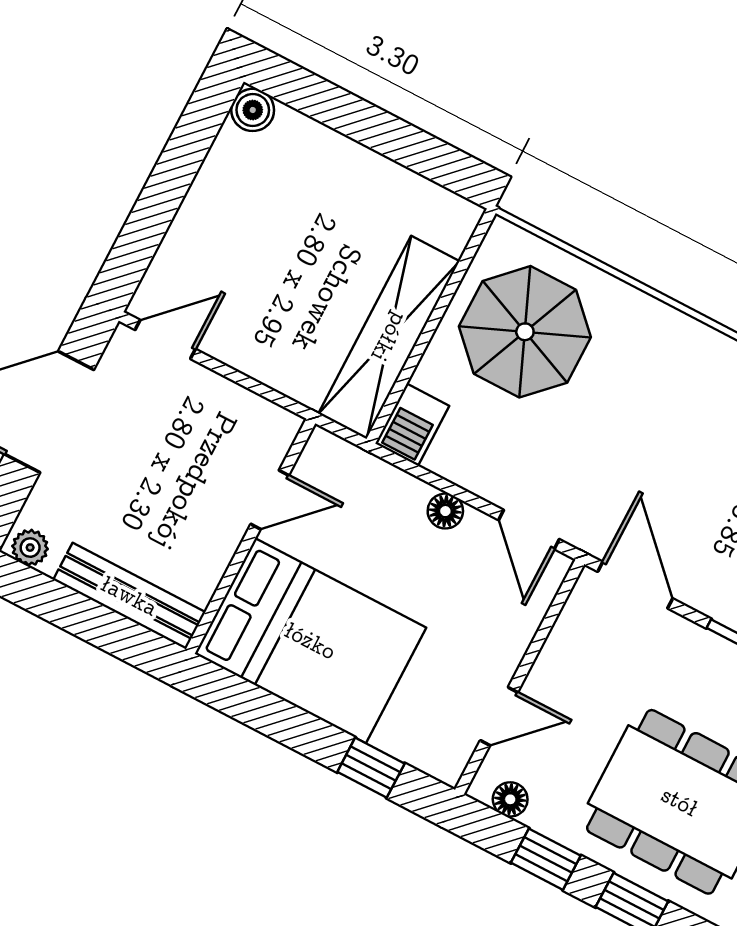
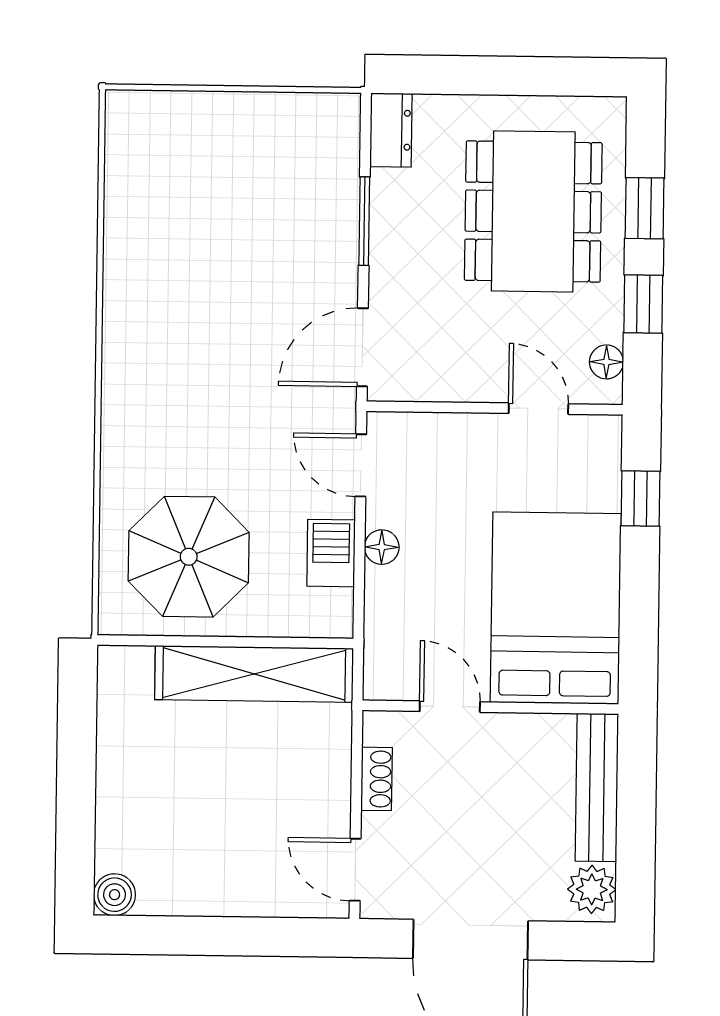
shoe rack: (238, 400) -> (377, 779), added
barbecue: (412, 425) -> (331, 553), moved, turned -90
door: (529, 530) -> (361, 465), swing flipped
plant: (30, 548) -> (592, 889), width x1.38, depth x1.38

